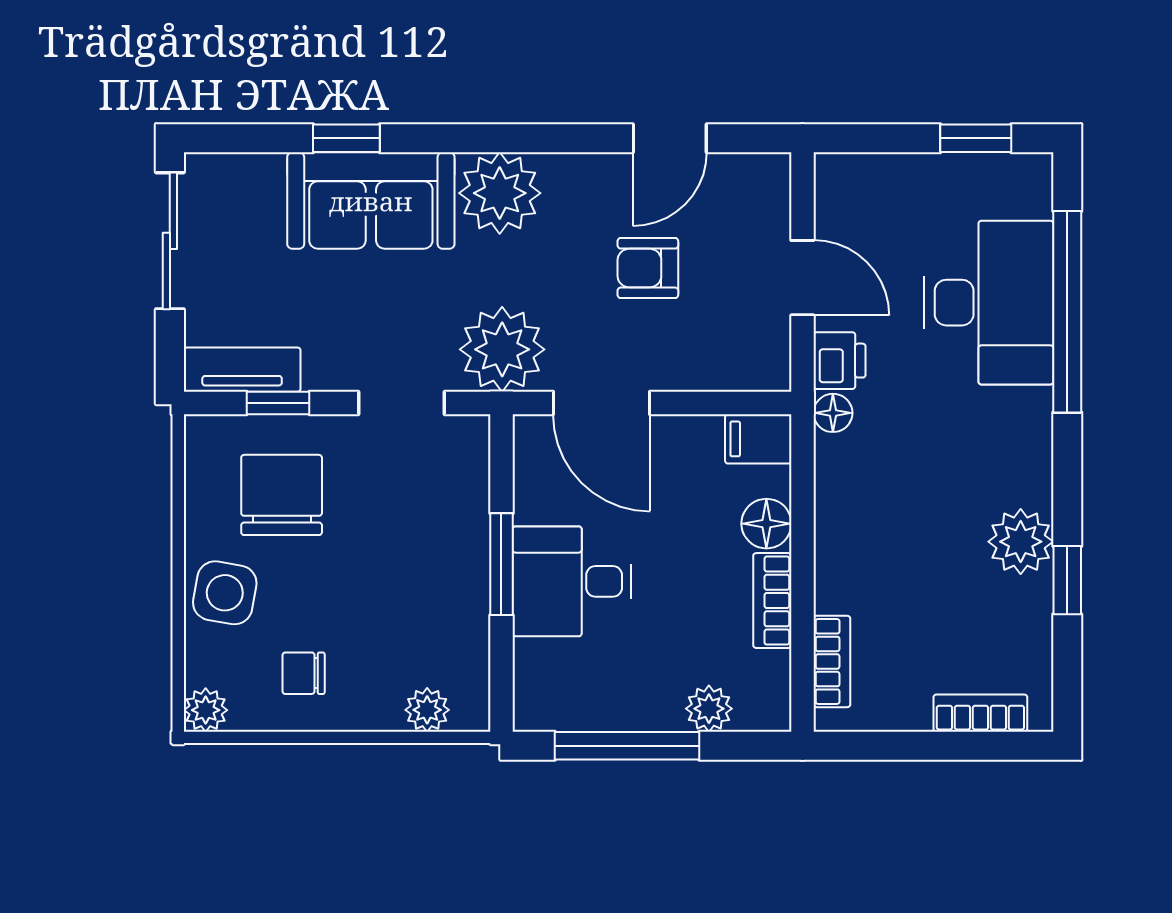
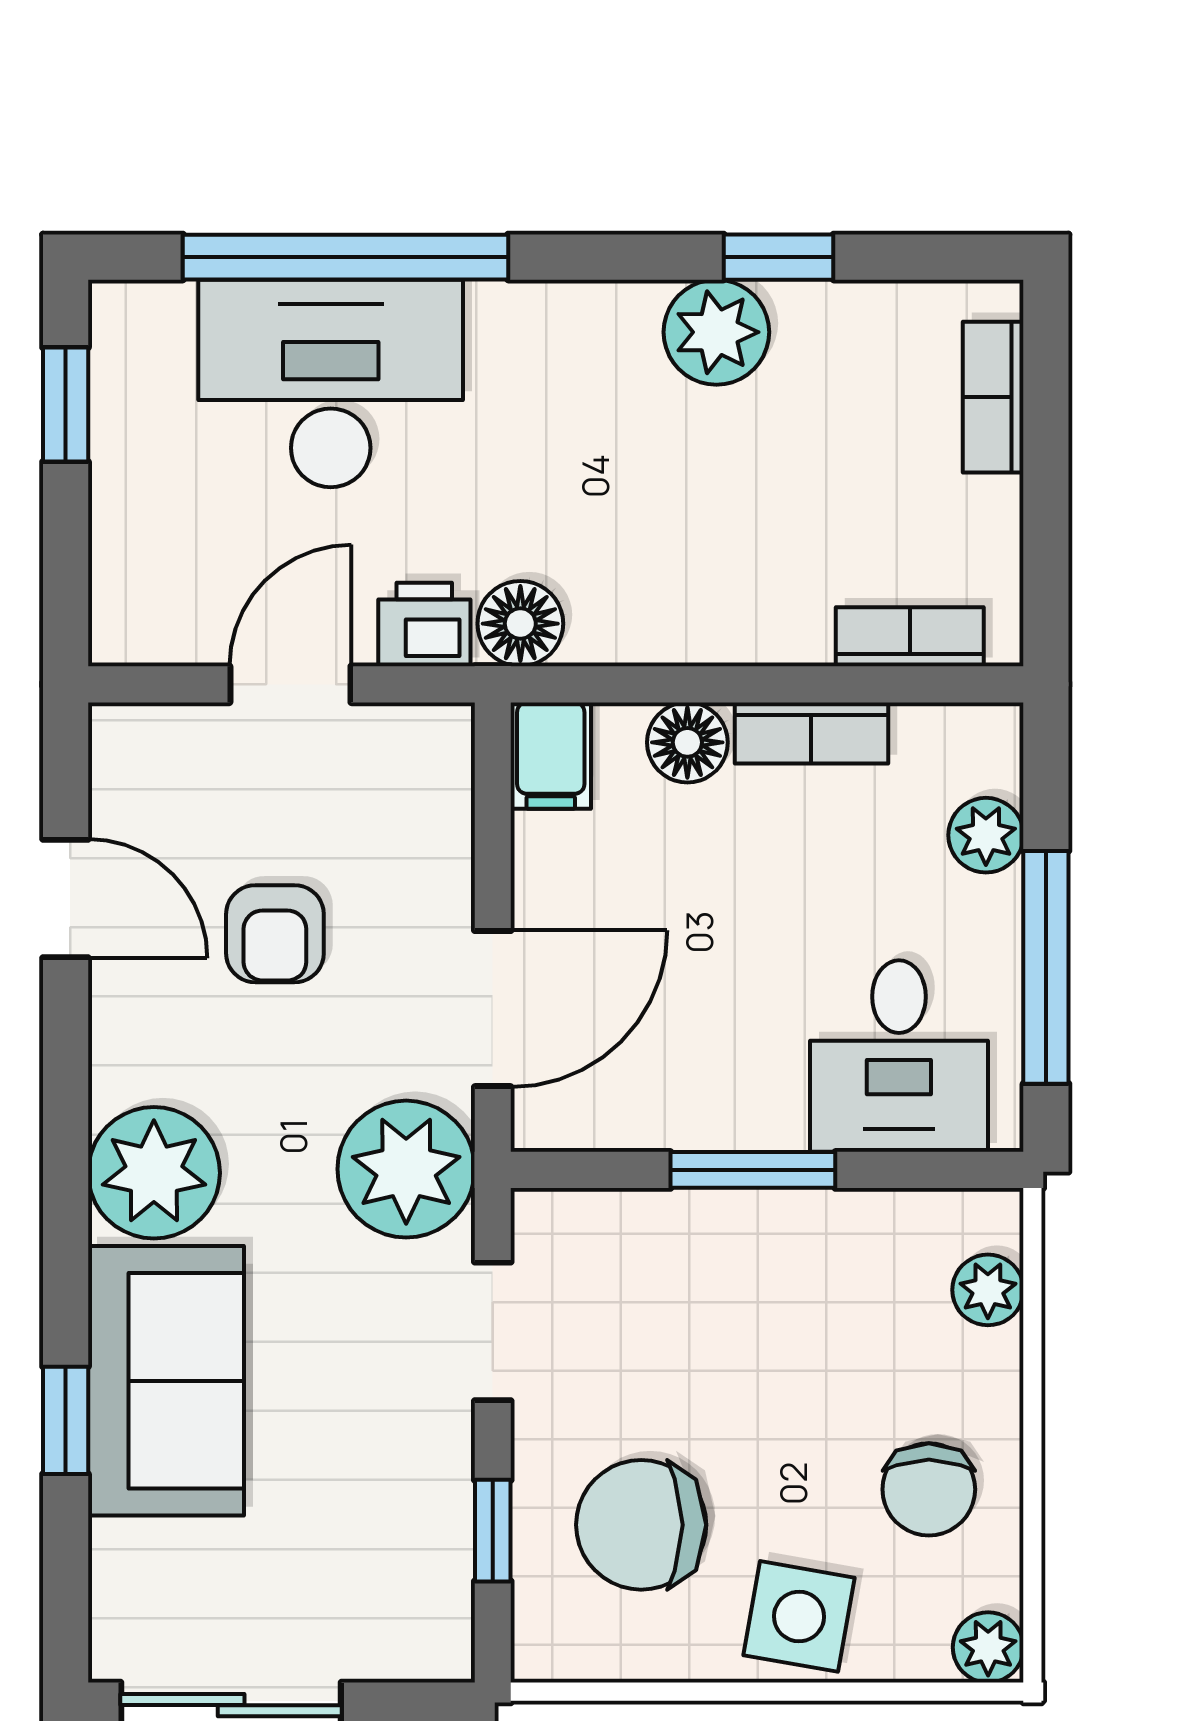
tv unit: (242, 370) -> (439, 1589), removed
floor lamp: (833, 413) -> (520, 624), width x1.37, depth x1.37
desk: (572, 581) -> (899, 1056), moved
chair: (304, 673) -> (929, 1489), width x1.37, depth x1.37

